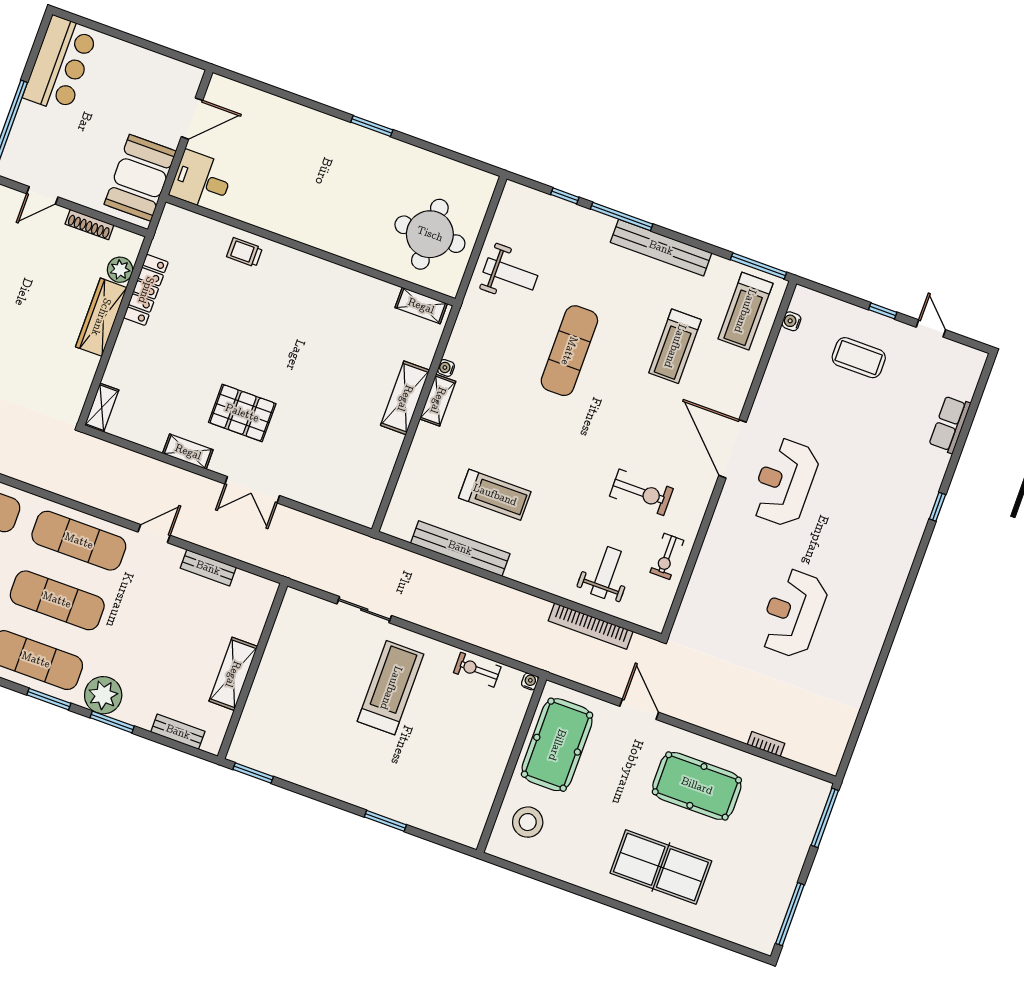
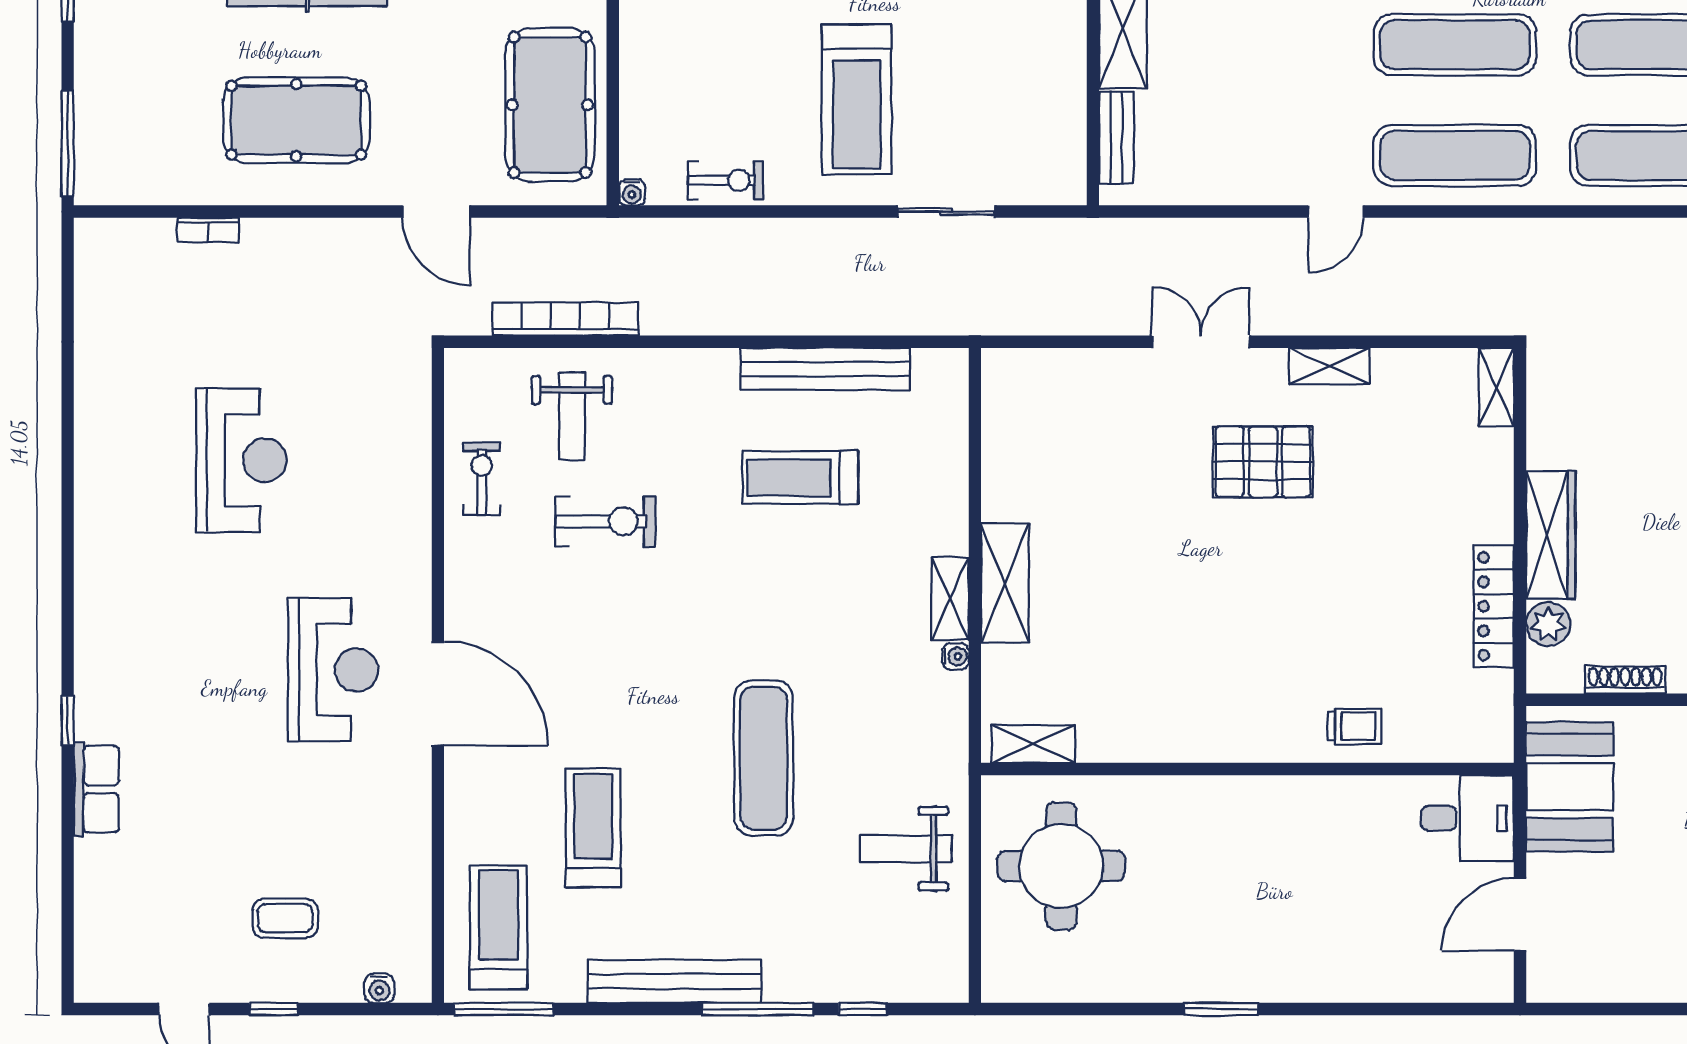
water cooler: (791, 321) -> (379, 988), moved, turned 90
coffee table: (859, 358) -> (285, 918), width x0.73, depth x0.77
row of seats: (950, 424) -> (96, 789), moved
exercise bike: (641, 492) -> (605, 521), moved, turned 180
bench: (208, 568) -> (1116, 137), moved, turned 90

